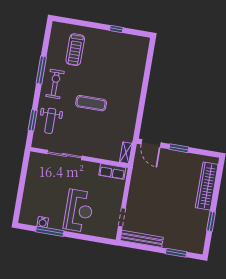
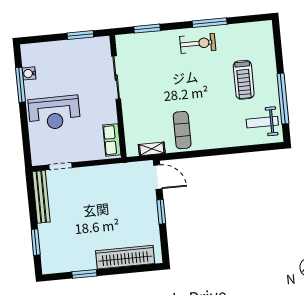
window: (116, 29) -> (283, 99), width x3.17
treadmill: (75, 50) -> (244, 80), moved, turned -90
exercise mat: (91, 103) -> (182, 130), moved
weight bench: (50, 121) -> (262, 122), moved
door: (151, 143) -> (158, 177), swing flipped
shelving: (126, 153) -> (152, 149), moved
window: (24, 174) -> (80, 35), added

